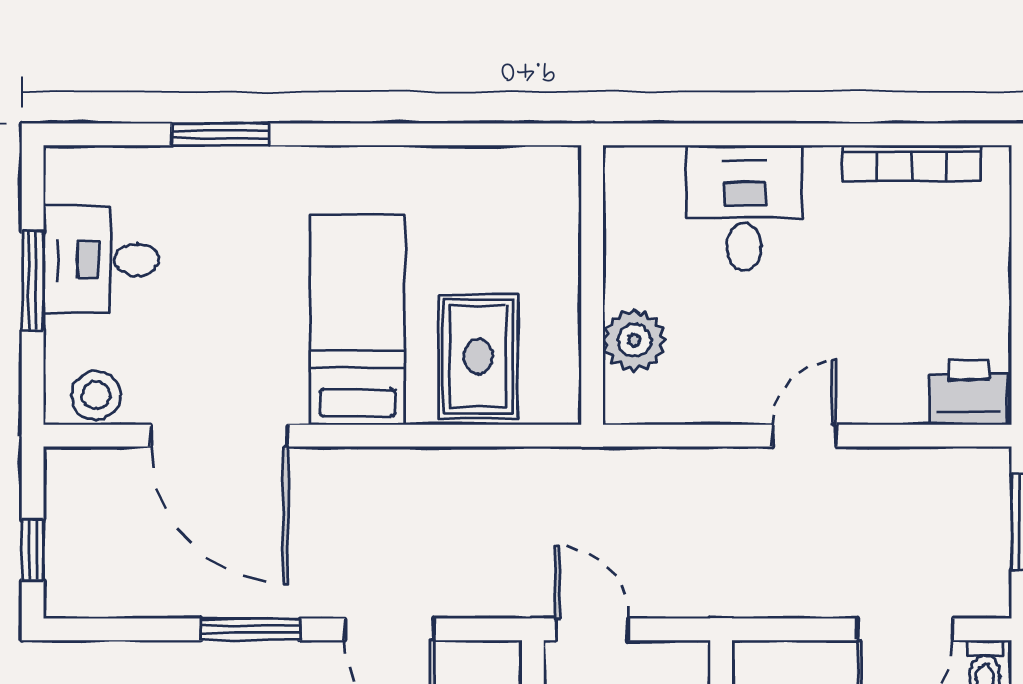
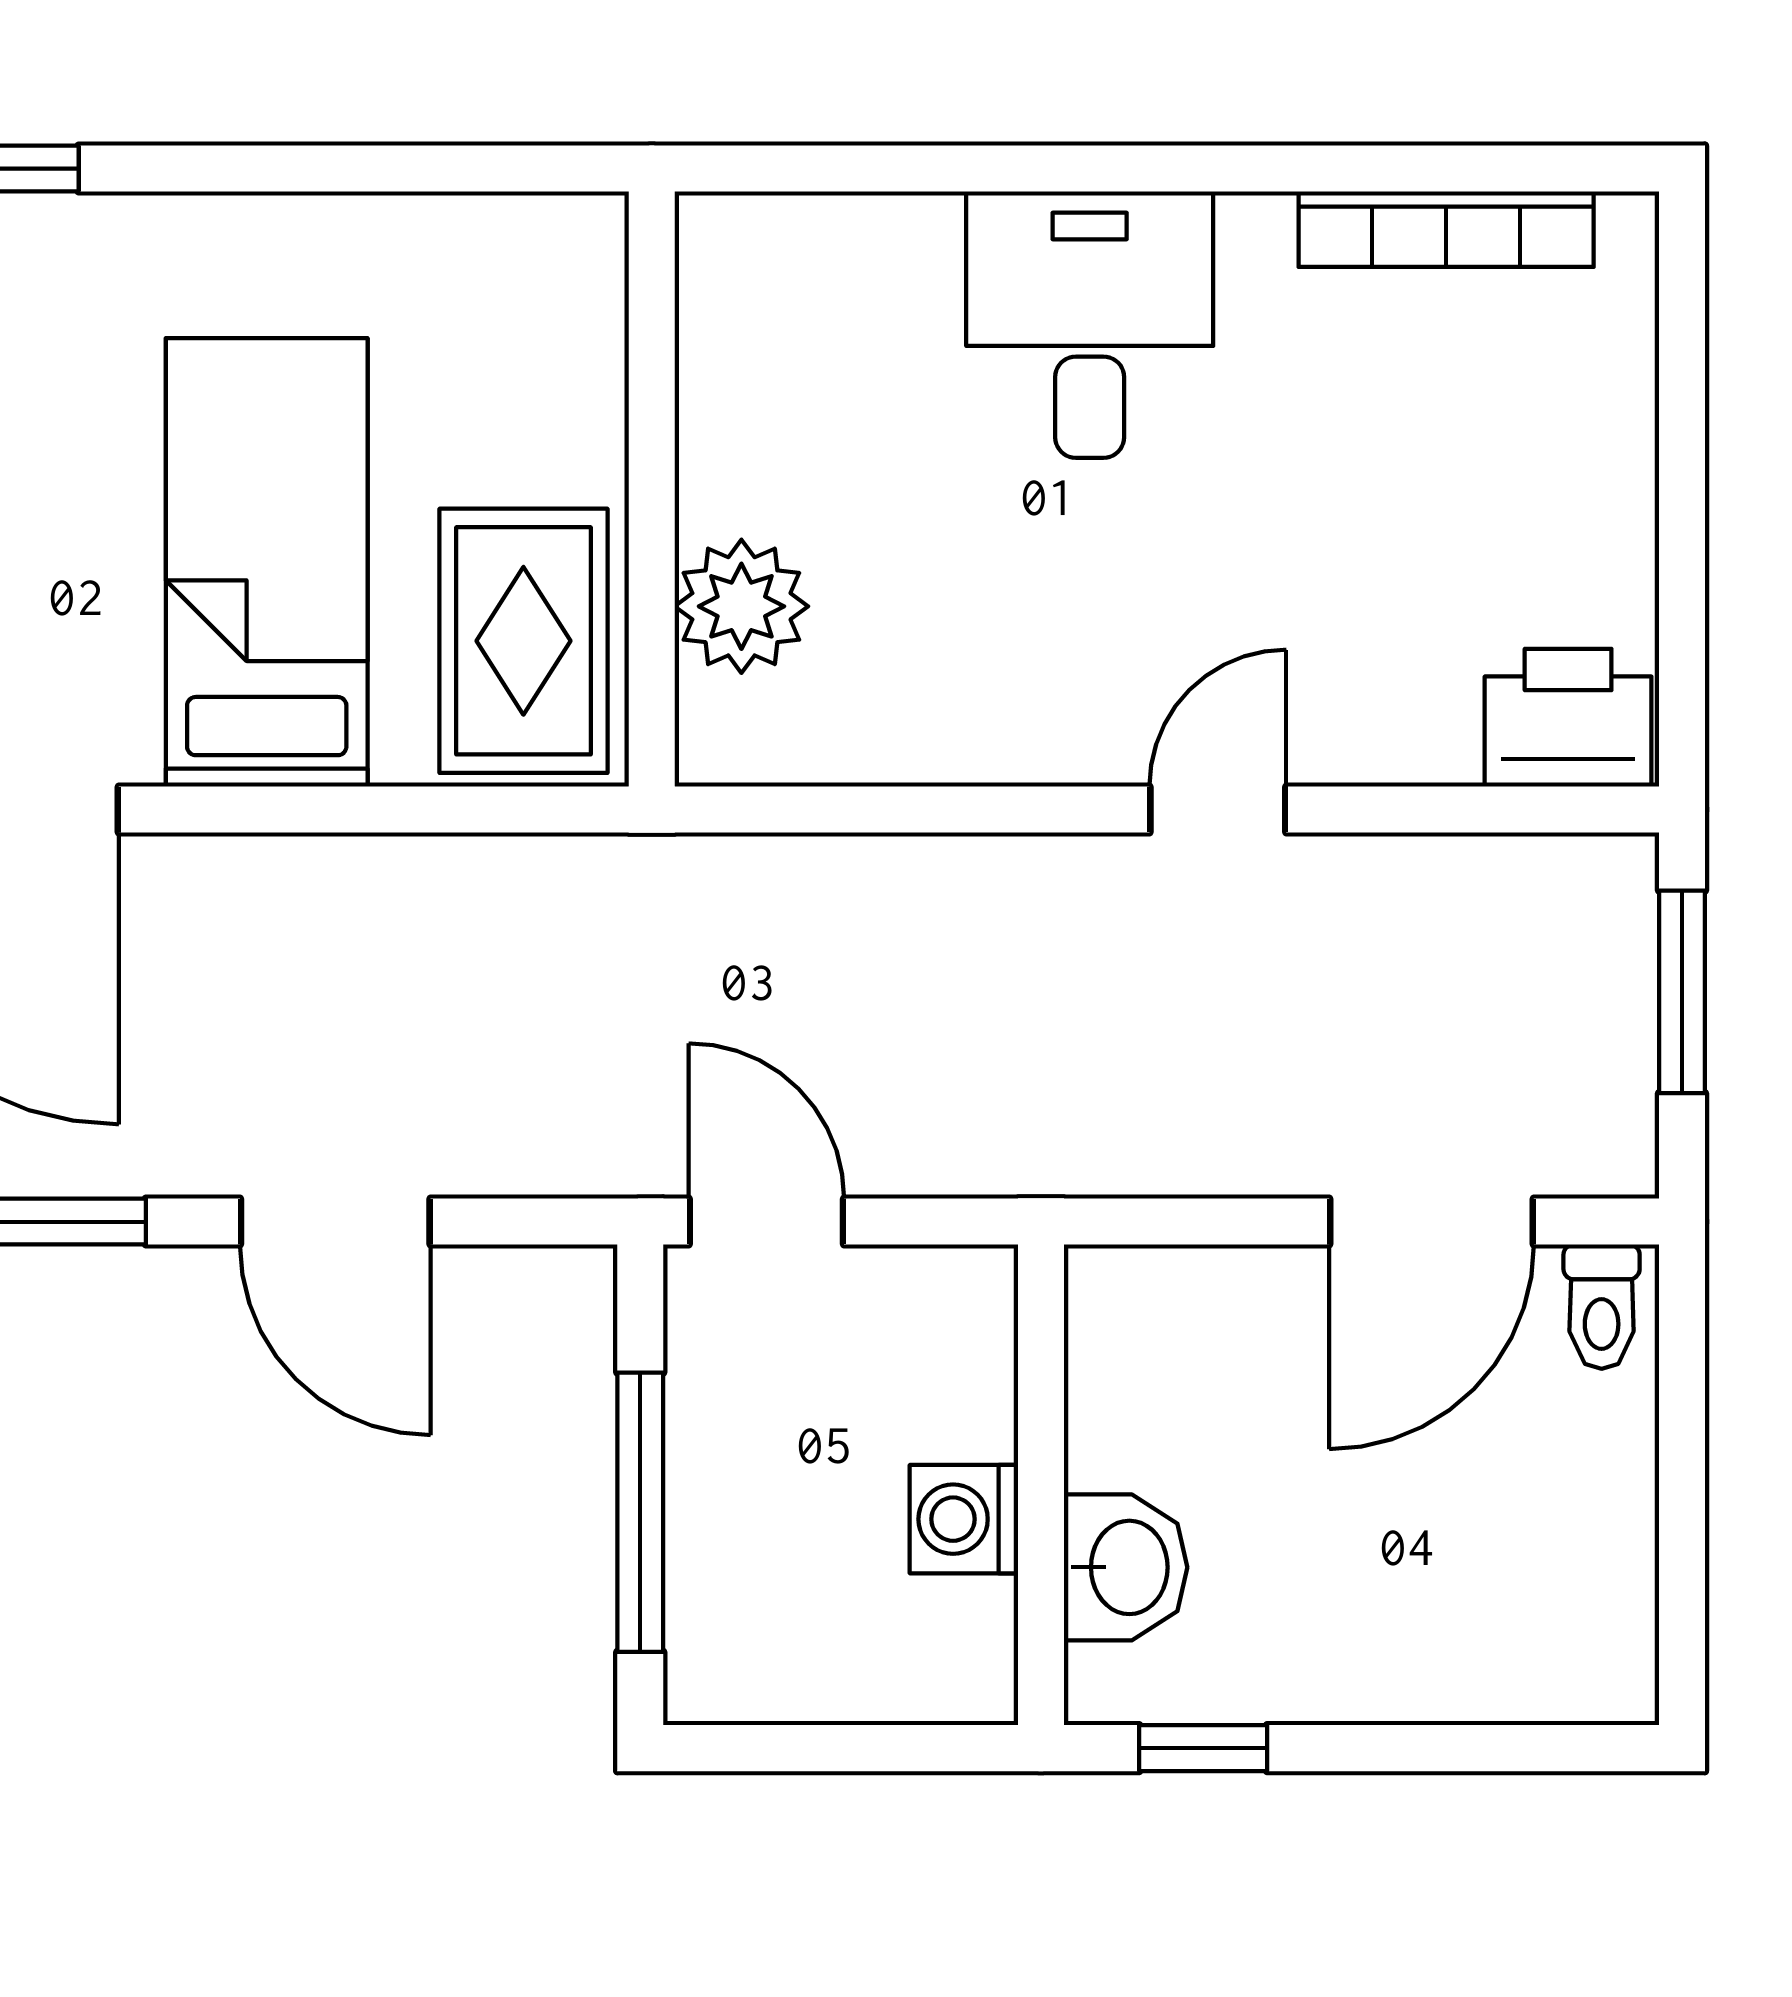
wall: (592, 285) -> (652, 489), moved
plant: (634, 340) -> (741, 606), moved

